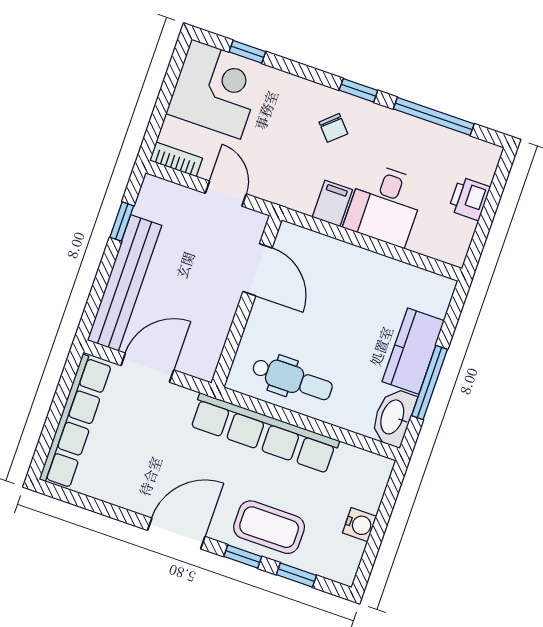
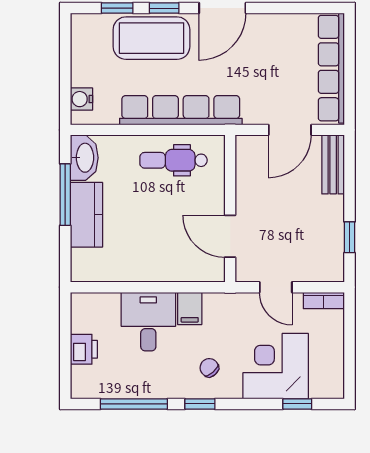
corner desk: (216, 89) -> (276, 366), moved, turned 90
bench: (124, 283) -> (333, 164), width x0.54, depth x0.82
water cooler: (360, 525) -> (81, 99), moved
coffee table: (269, 527) -> (151, 38), width x1.36, depth x1.32

